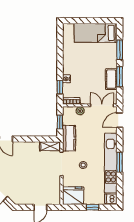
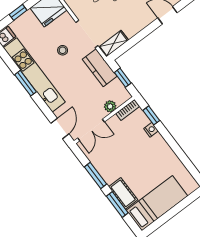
cot: (111, 79) -> (123, 193), moved

